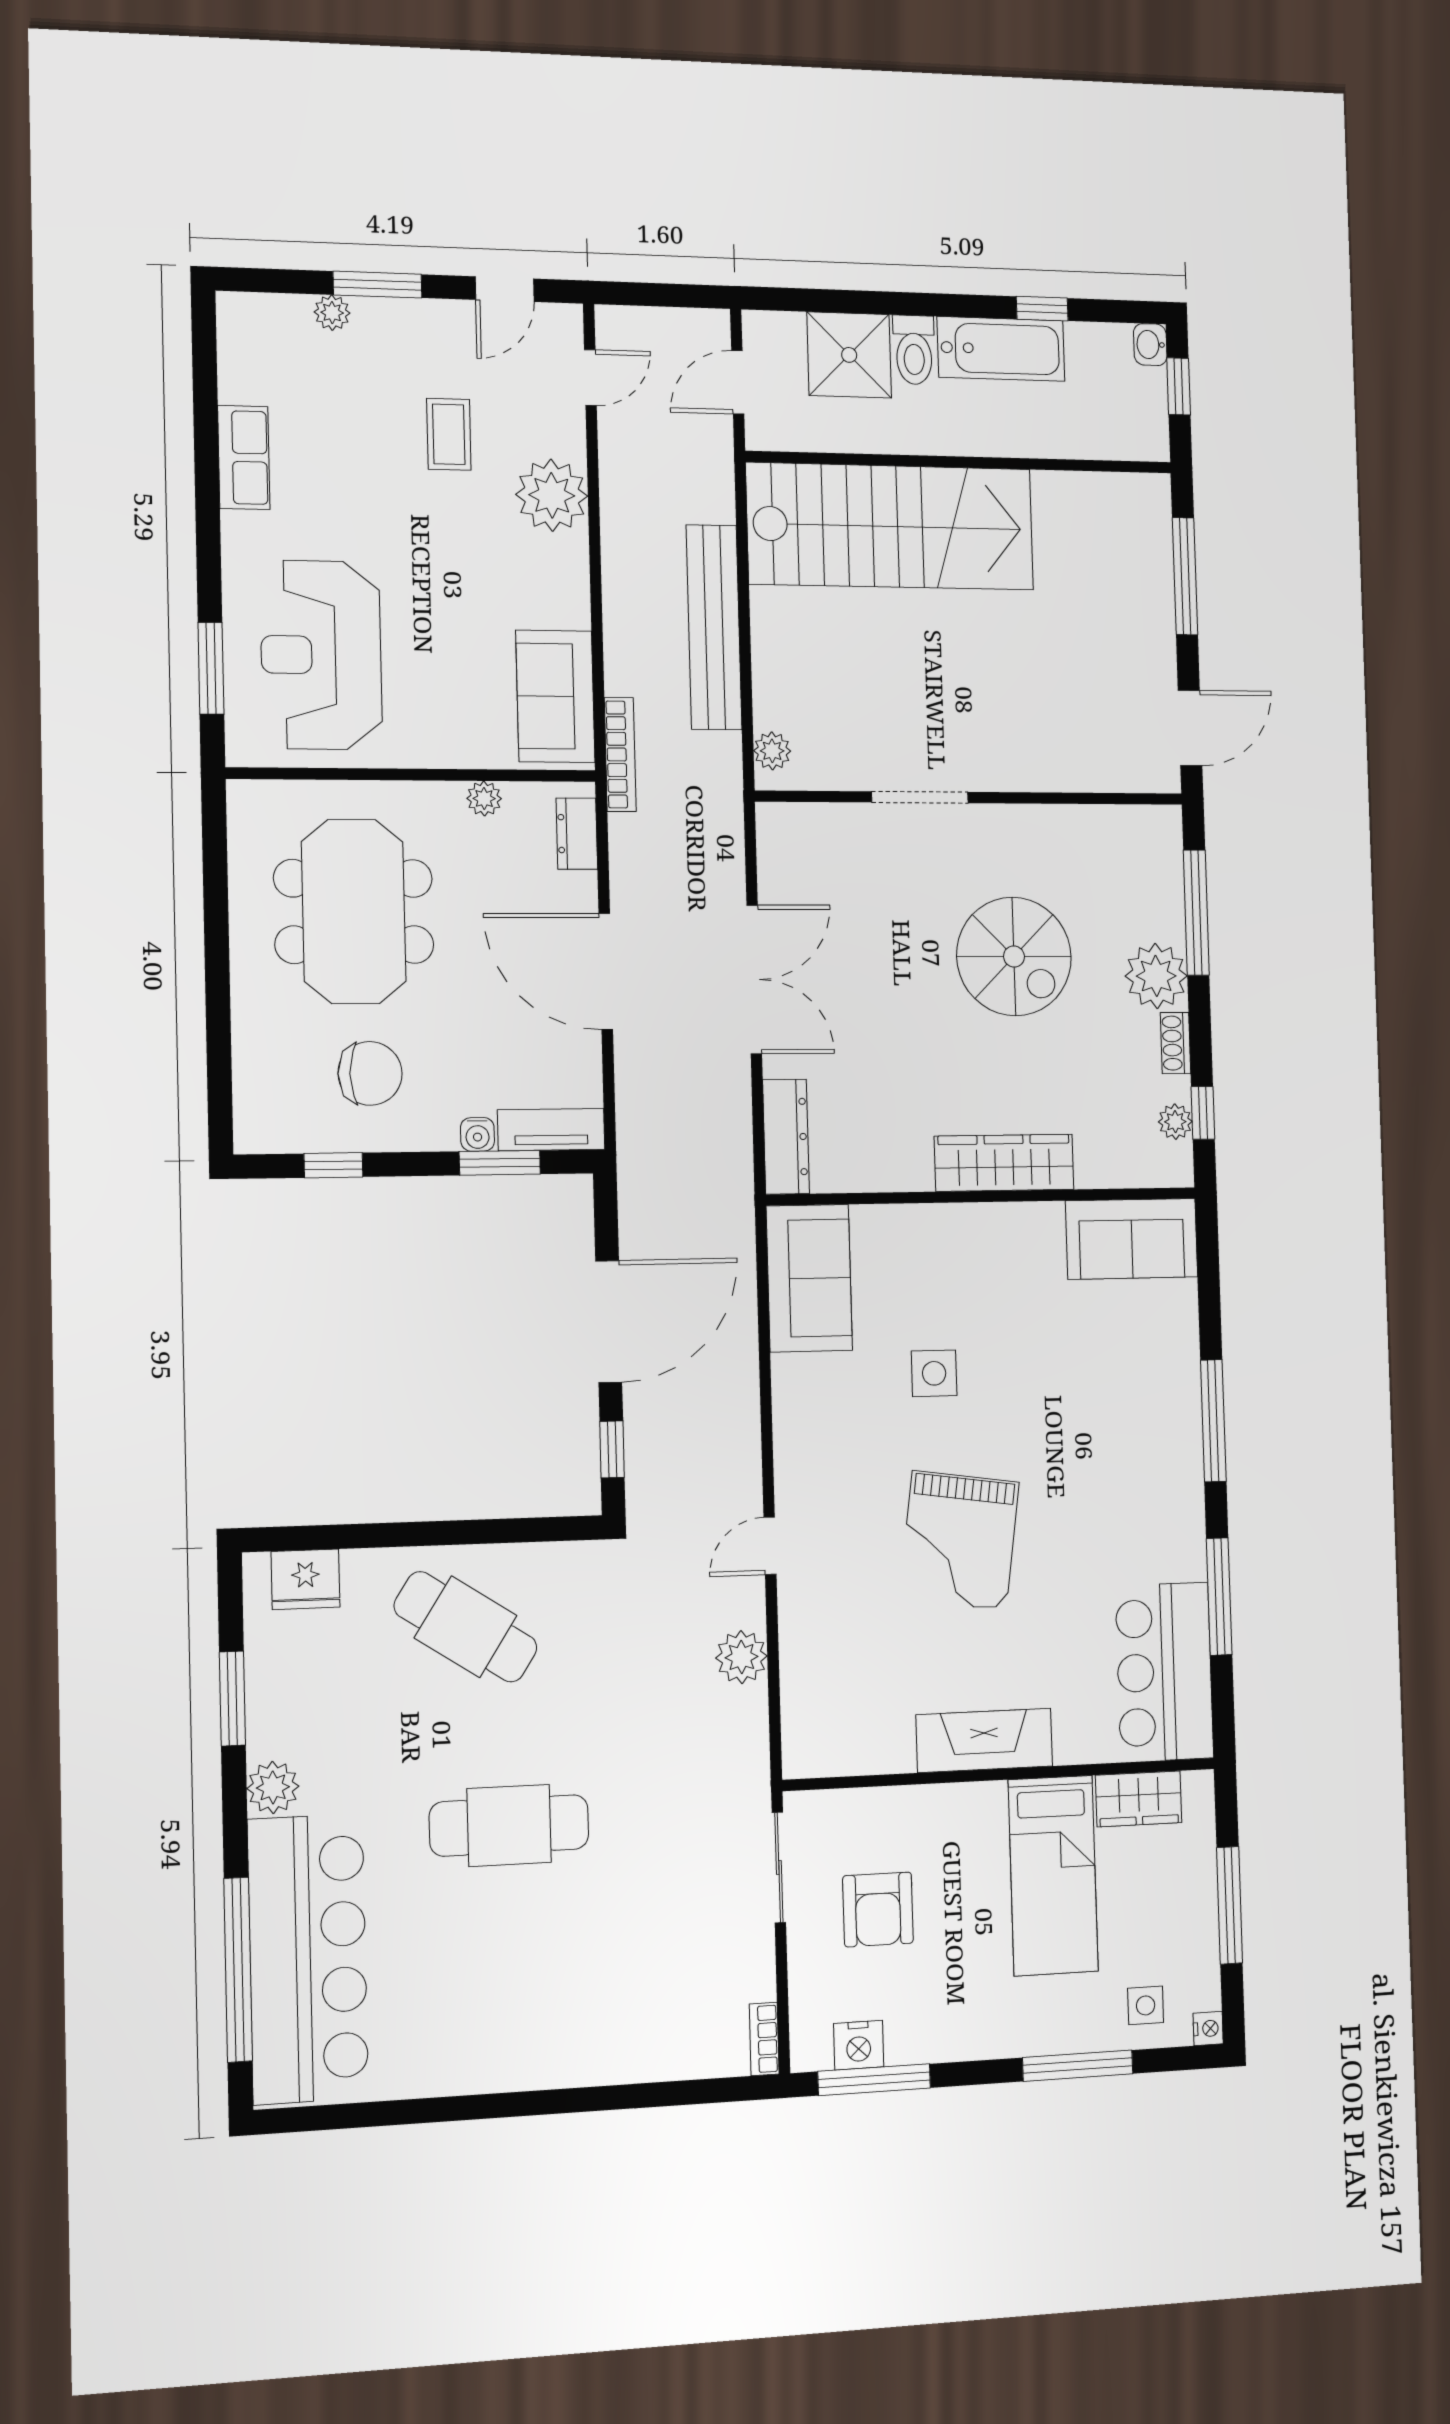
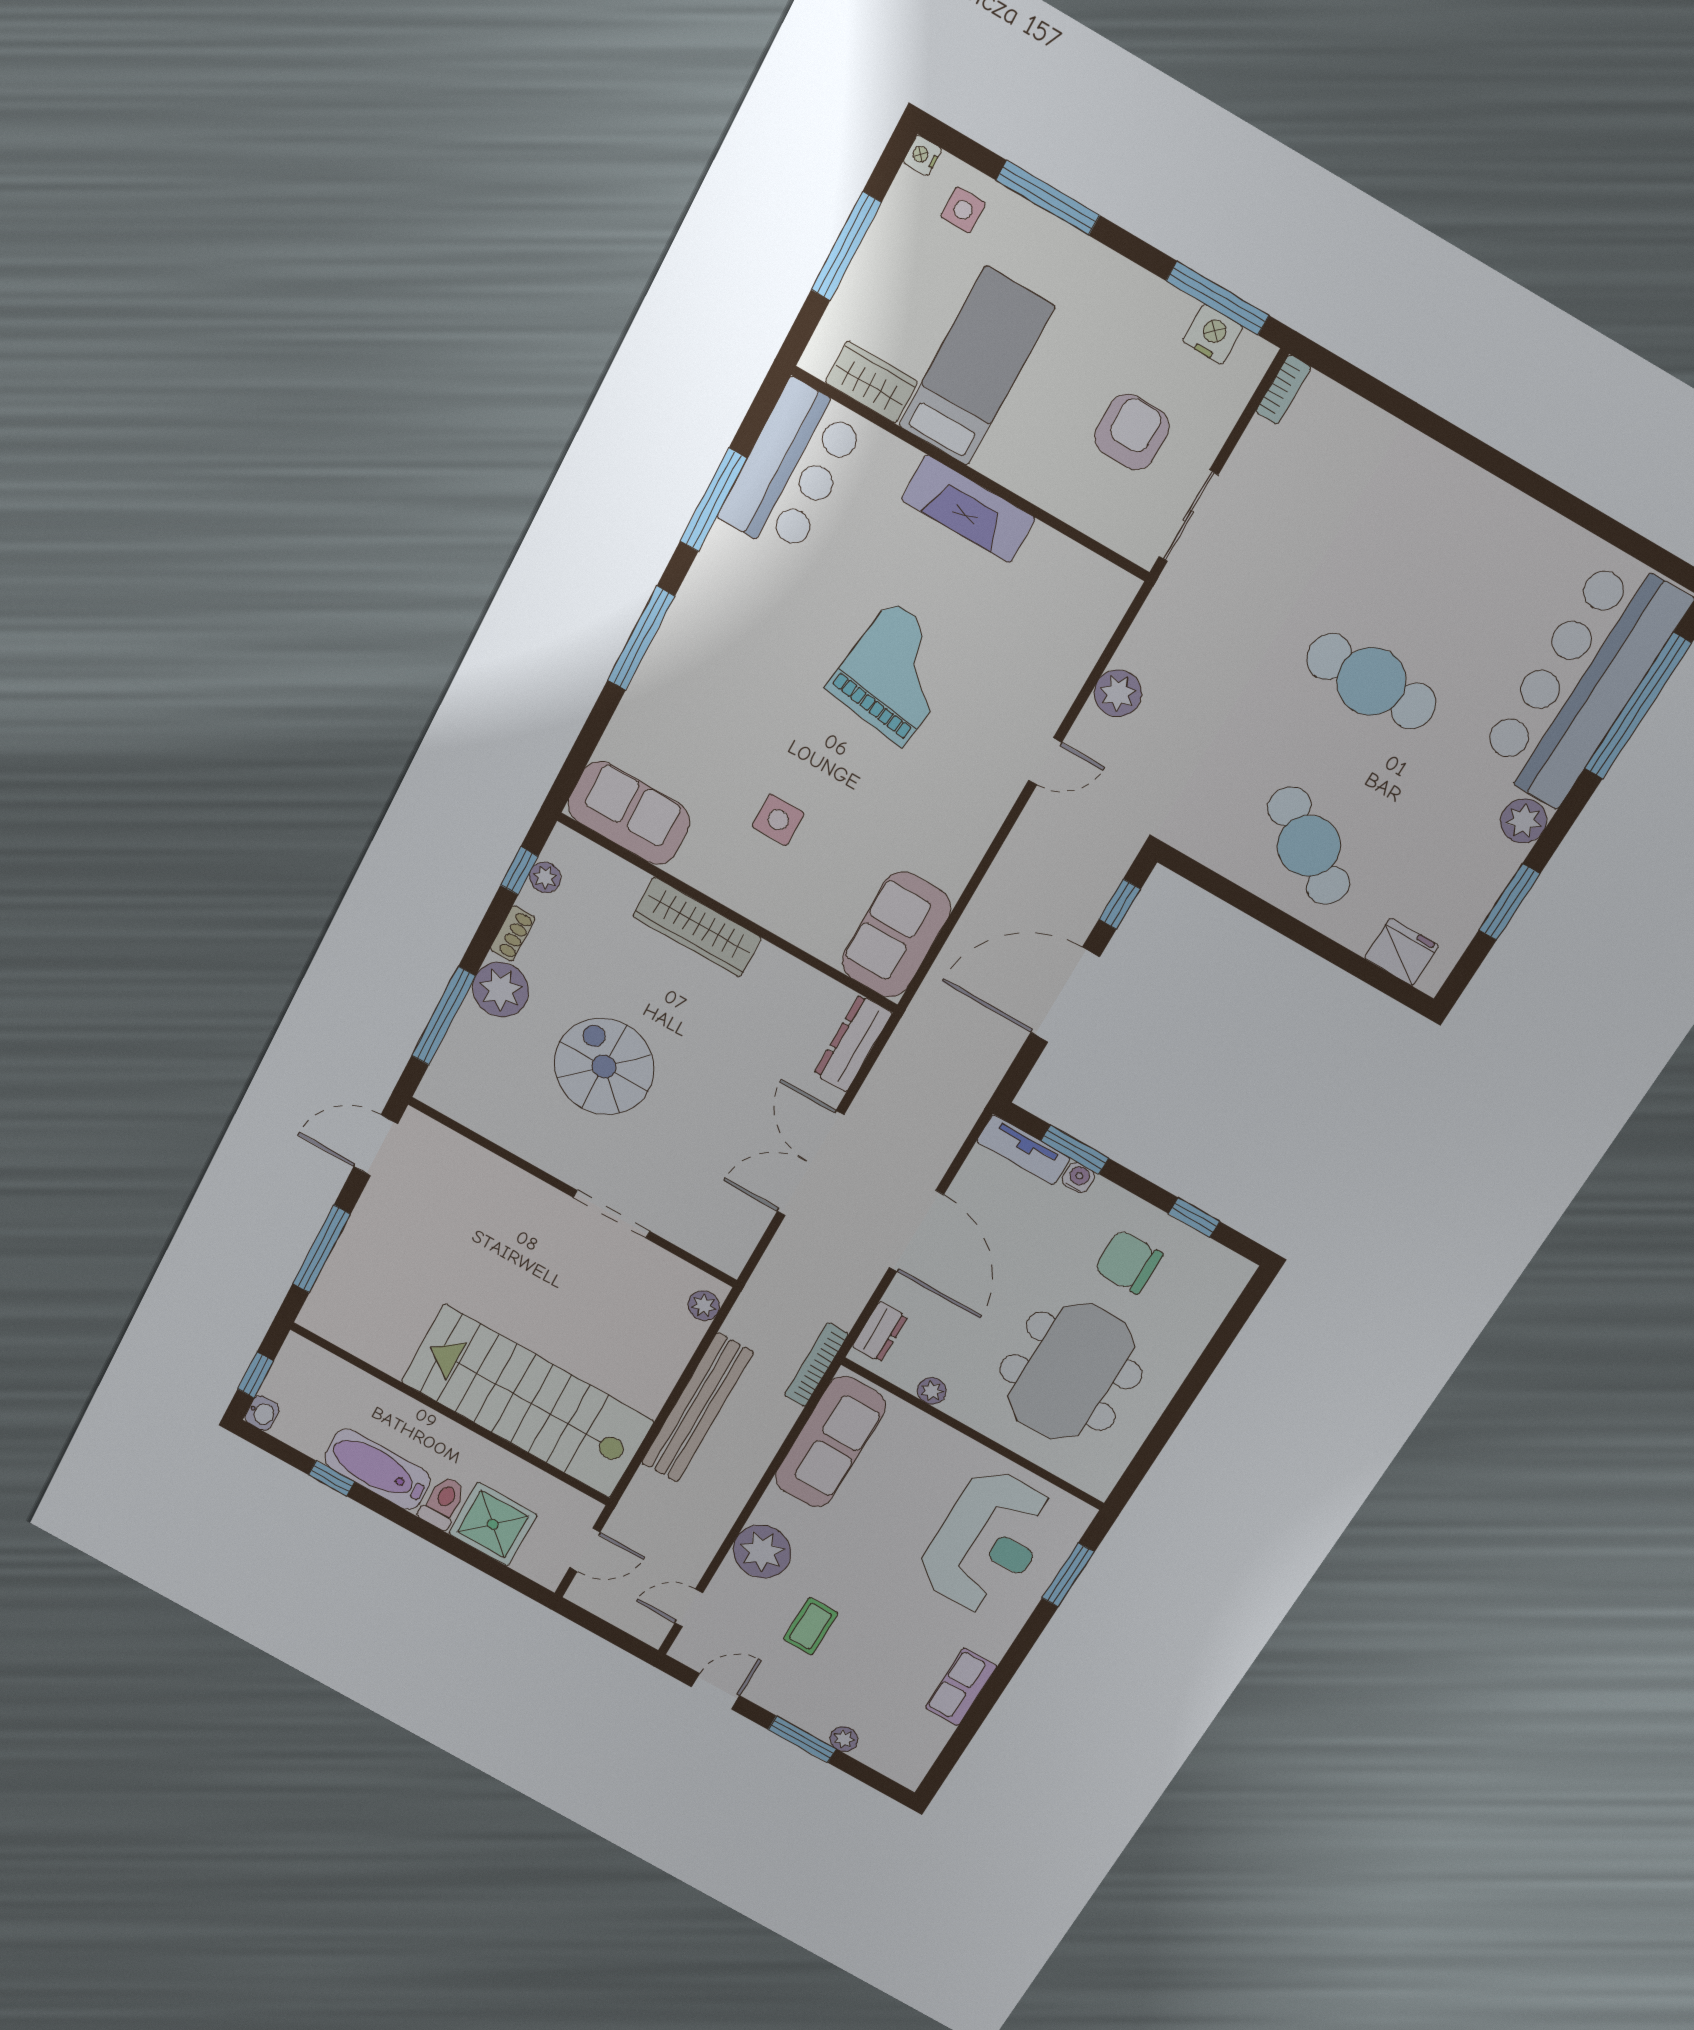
sofa: (555, 696) -> (830, 1442), width x1.36
side table: (934, 1373) -> (778, 820), moved

